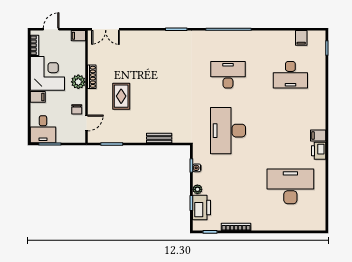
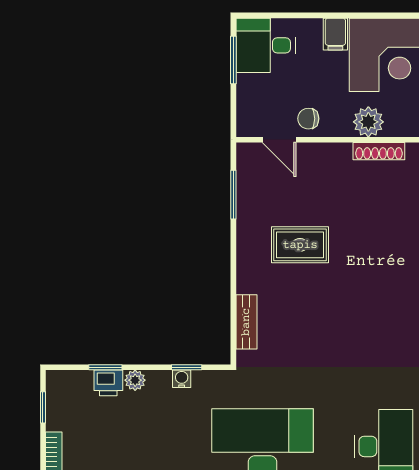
rug: (121, 96) -> (300, 245), moved
bench: (159, 138) -> (246, 322), moved
printer: (202, 207) -> (108, 383), width x0.53, depth x0.68

